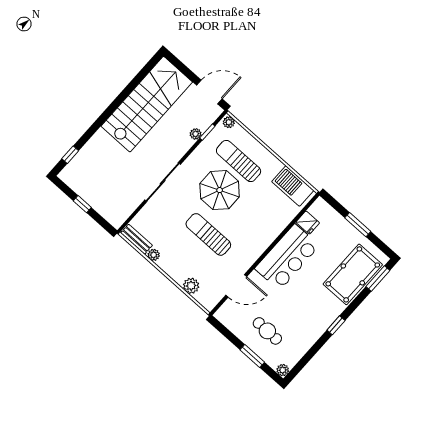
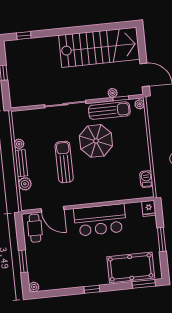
sun lounger: (239, 161) -> (109, 111), moved, turned 90
barbecue: (293, 186) -> (146, 179), width x0.53, depth x0.65
fridge: (308, 223) -> (149, 208), moved
bench: (136, 239) -> (21, 163), moved
cafe table: (267, 331) -> (35, 228), moved

